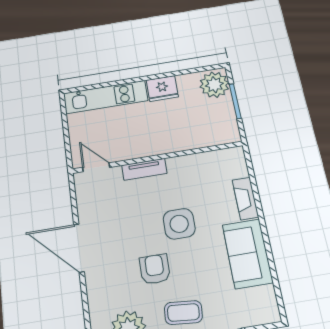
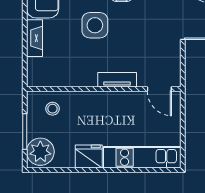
stool: (210, 128) -> (52, 109), added

